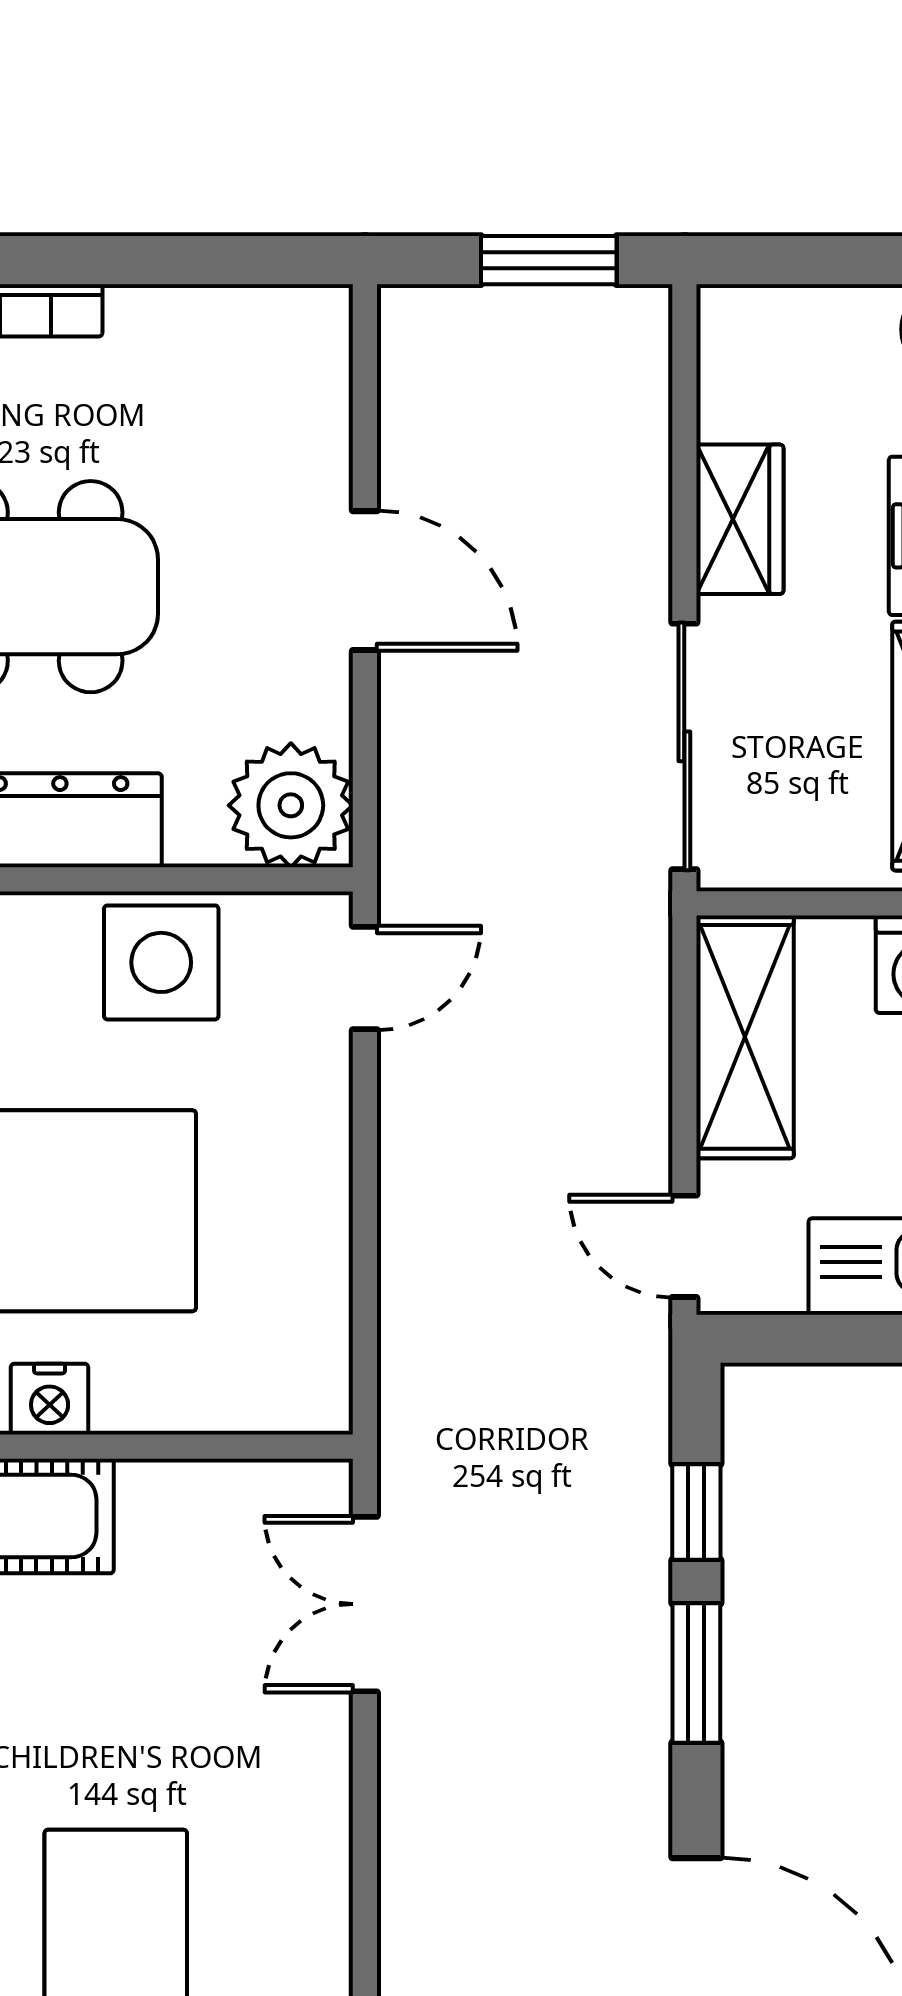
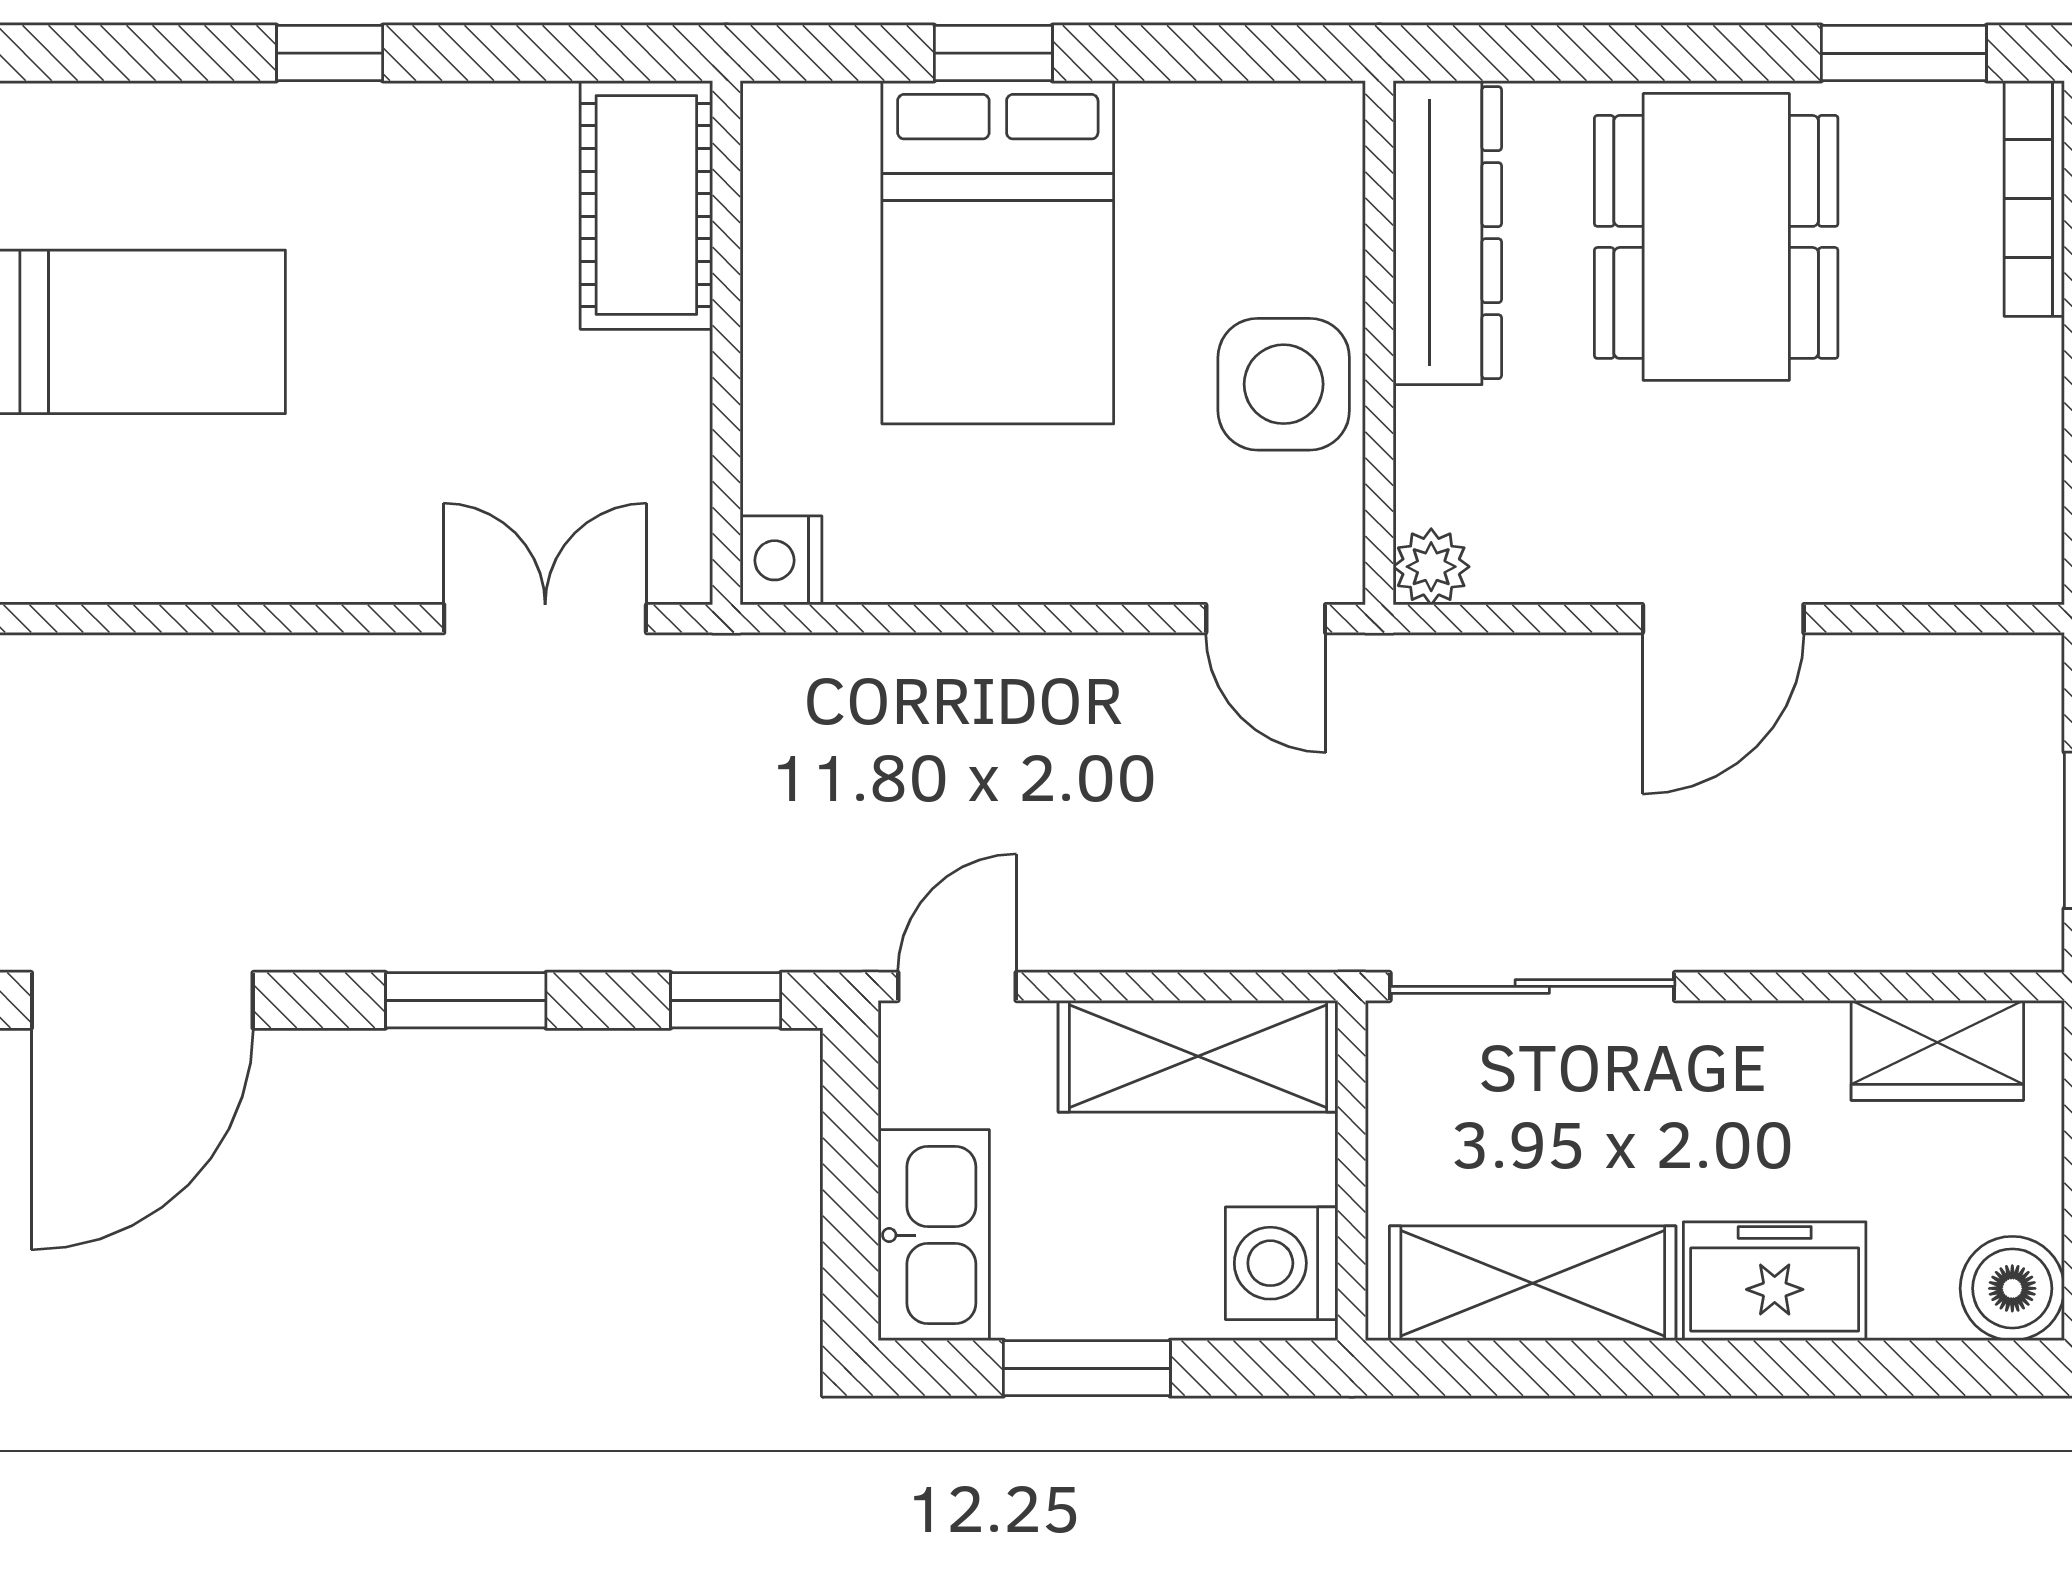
wardrobe: (740, 519) -> (1937, 1050), moved
plant: (291, 805) -> (1431, 567), width x0.53, depth x0.53
nightstand: (50, 1399) -> (781, 560), moved
window: (696, 1512) -> (726, 1000), moved

